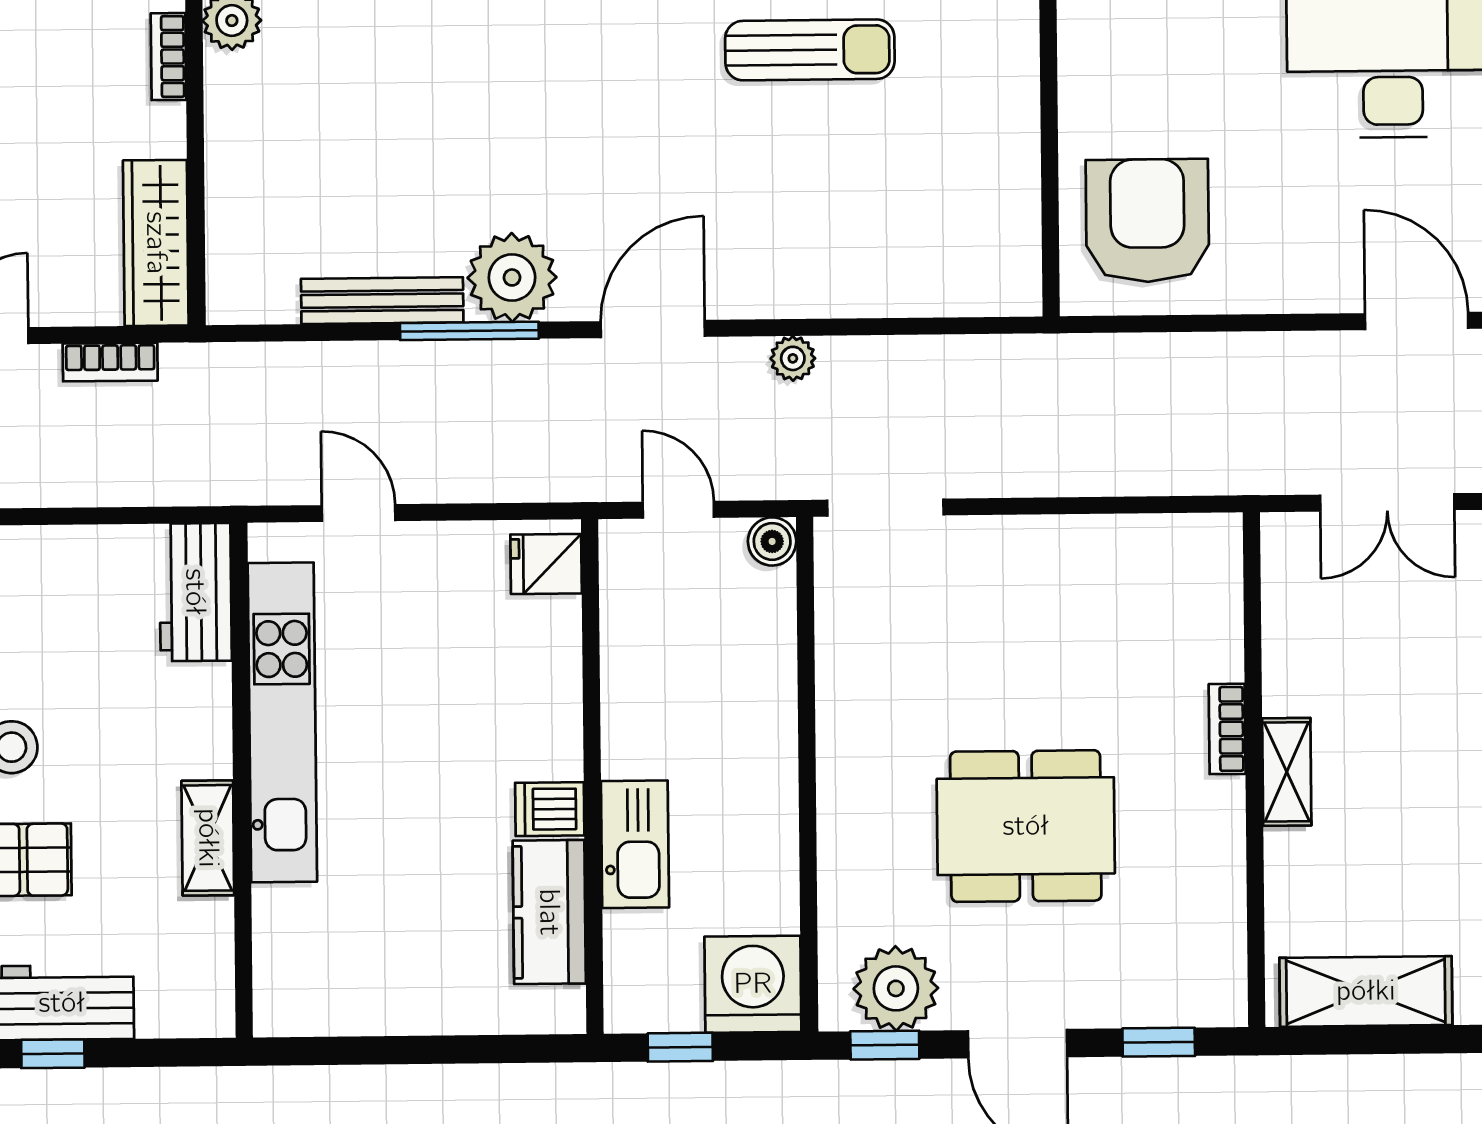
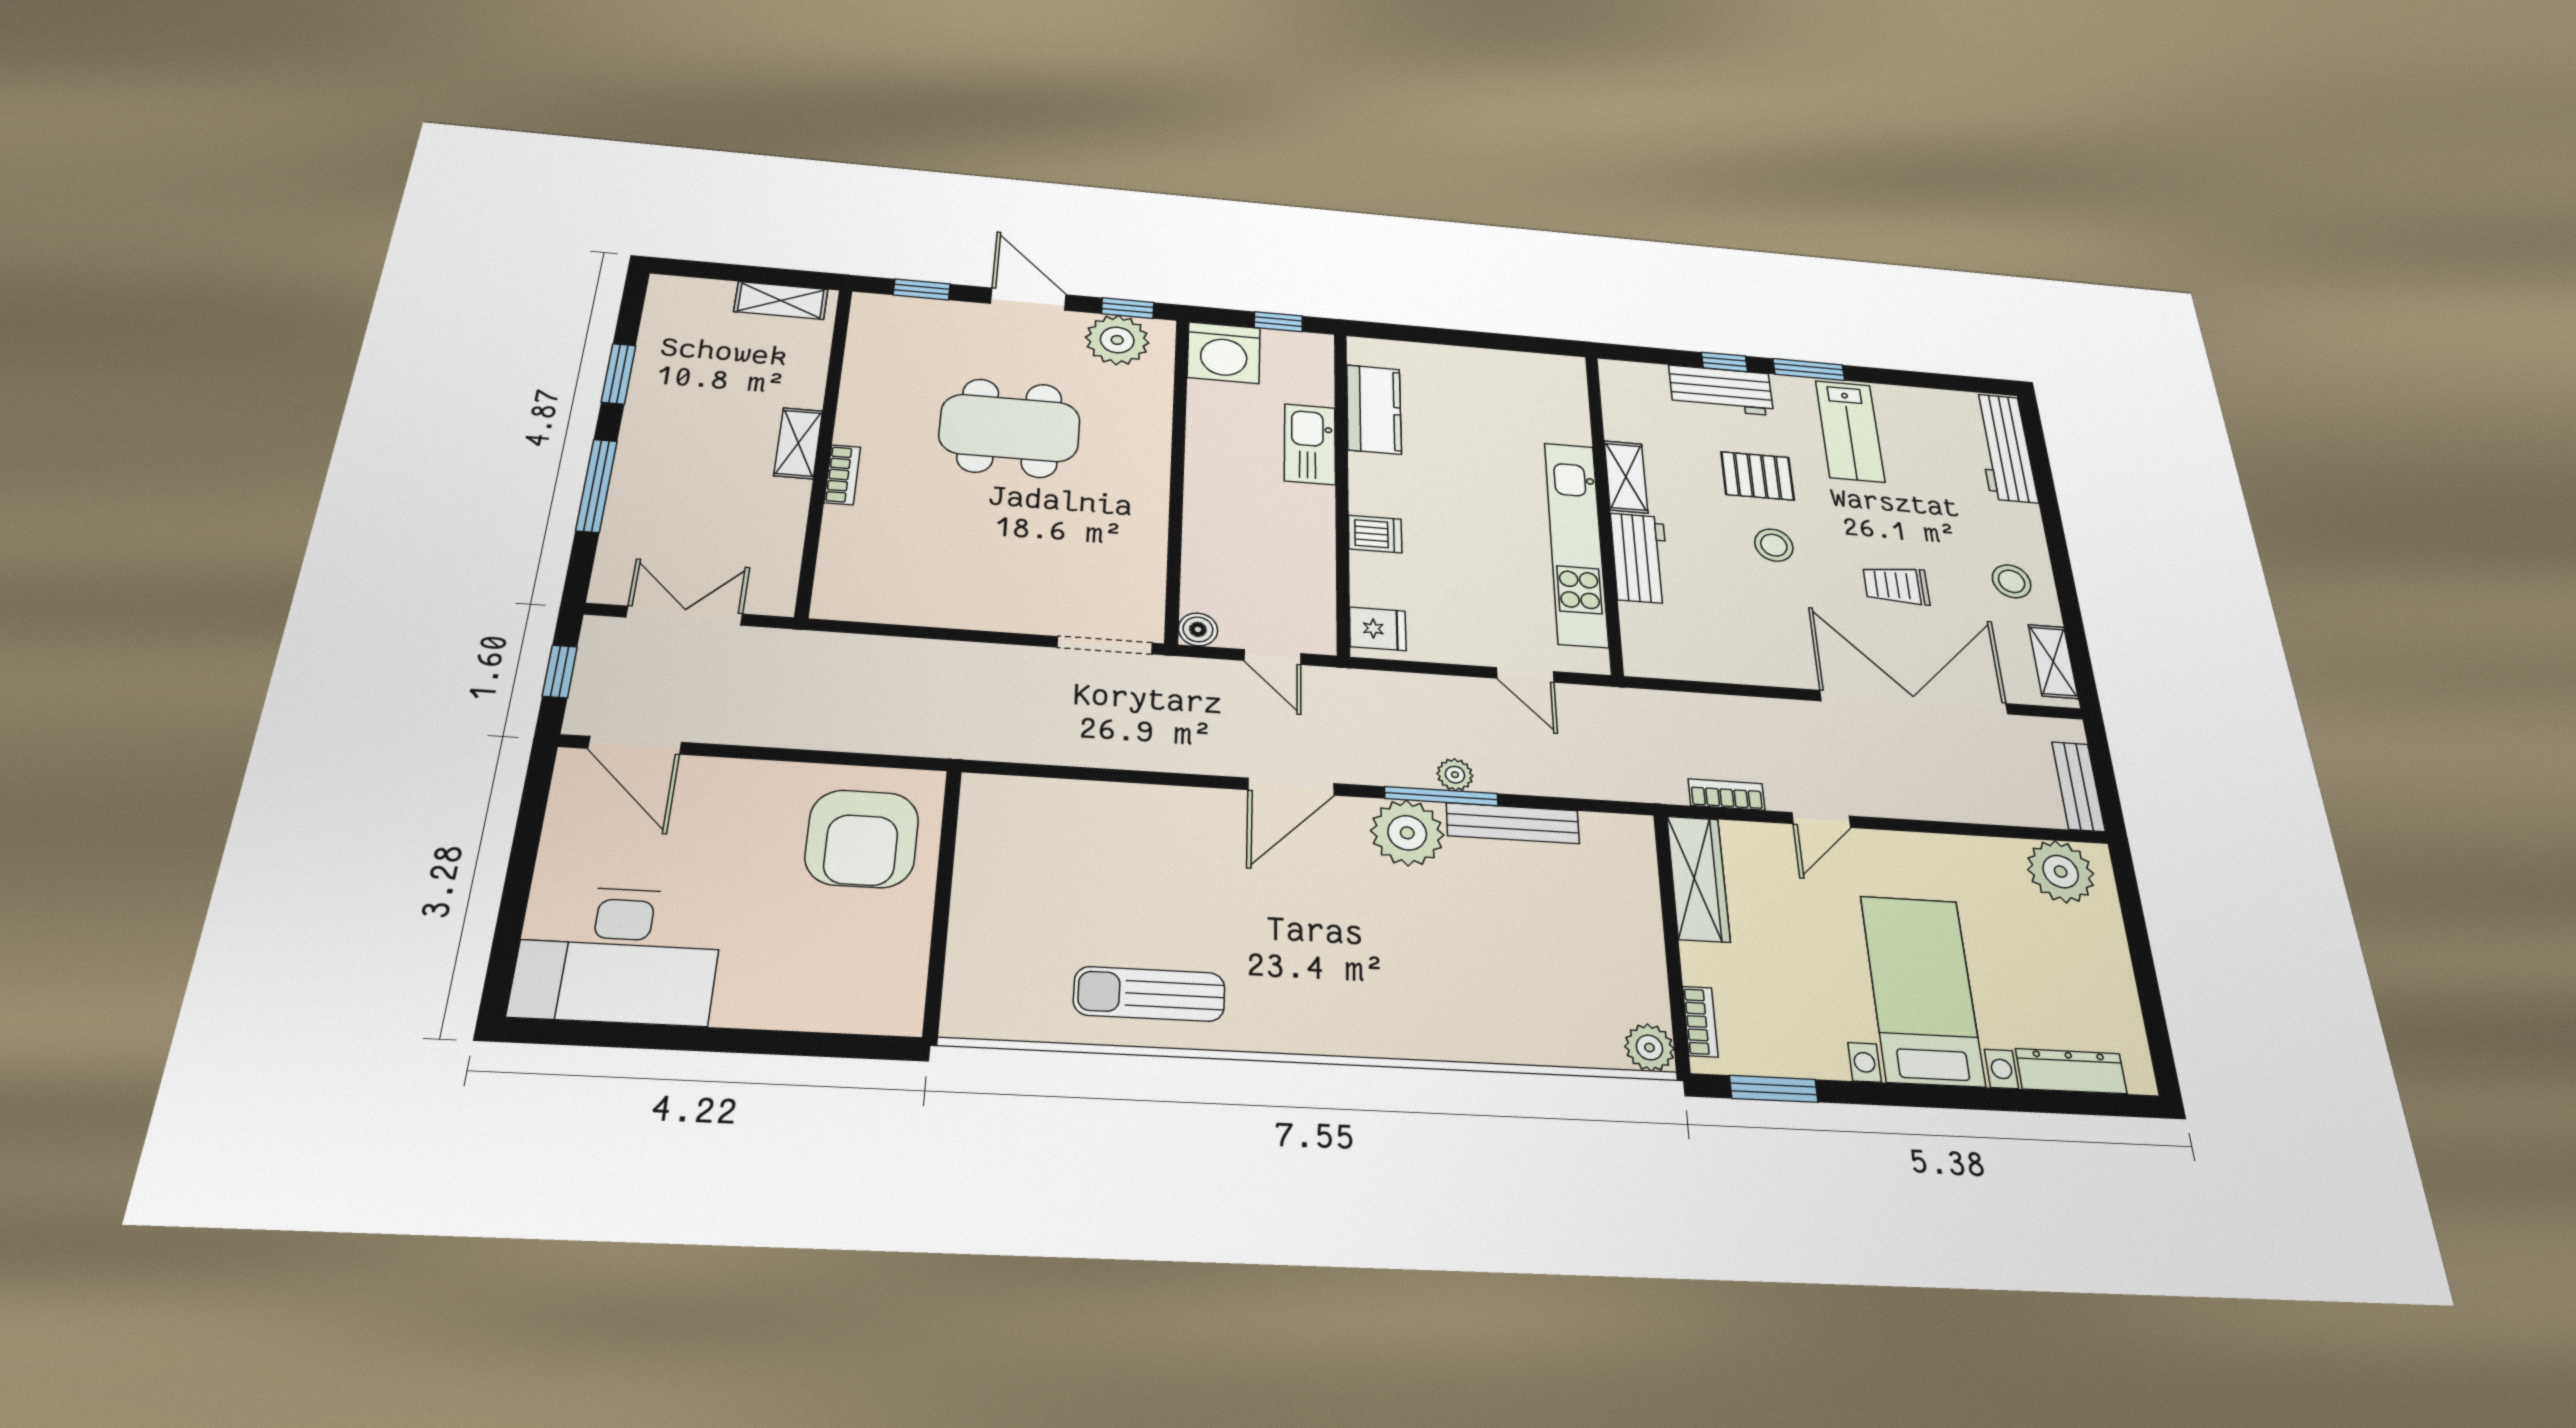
plant: (793, 358) -> (1455, 775), moved
workbench: (195, 592) -> (1640, 558), moved
dishwasher: (550, 809) -> (1375, 534), moved
shelving: (1366, 991) -> (781, 300), width x0.67, depth x0.75

